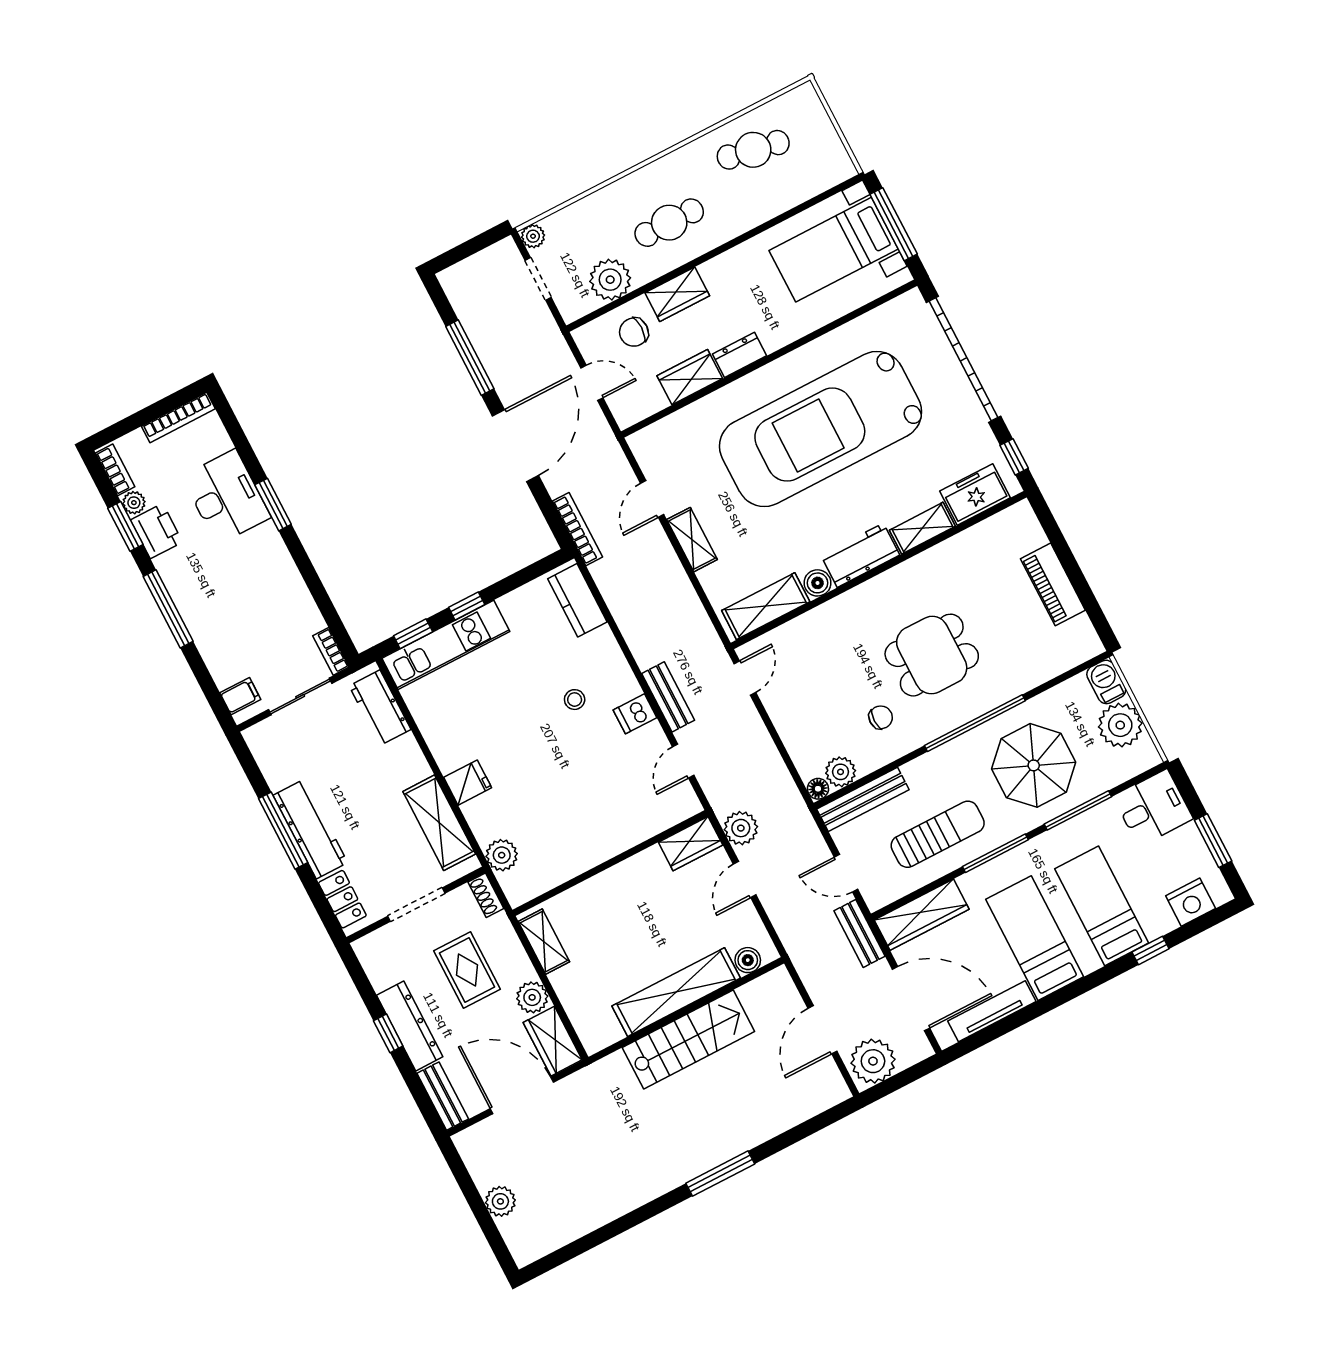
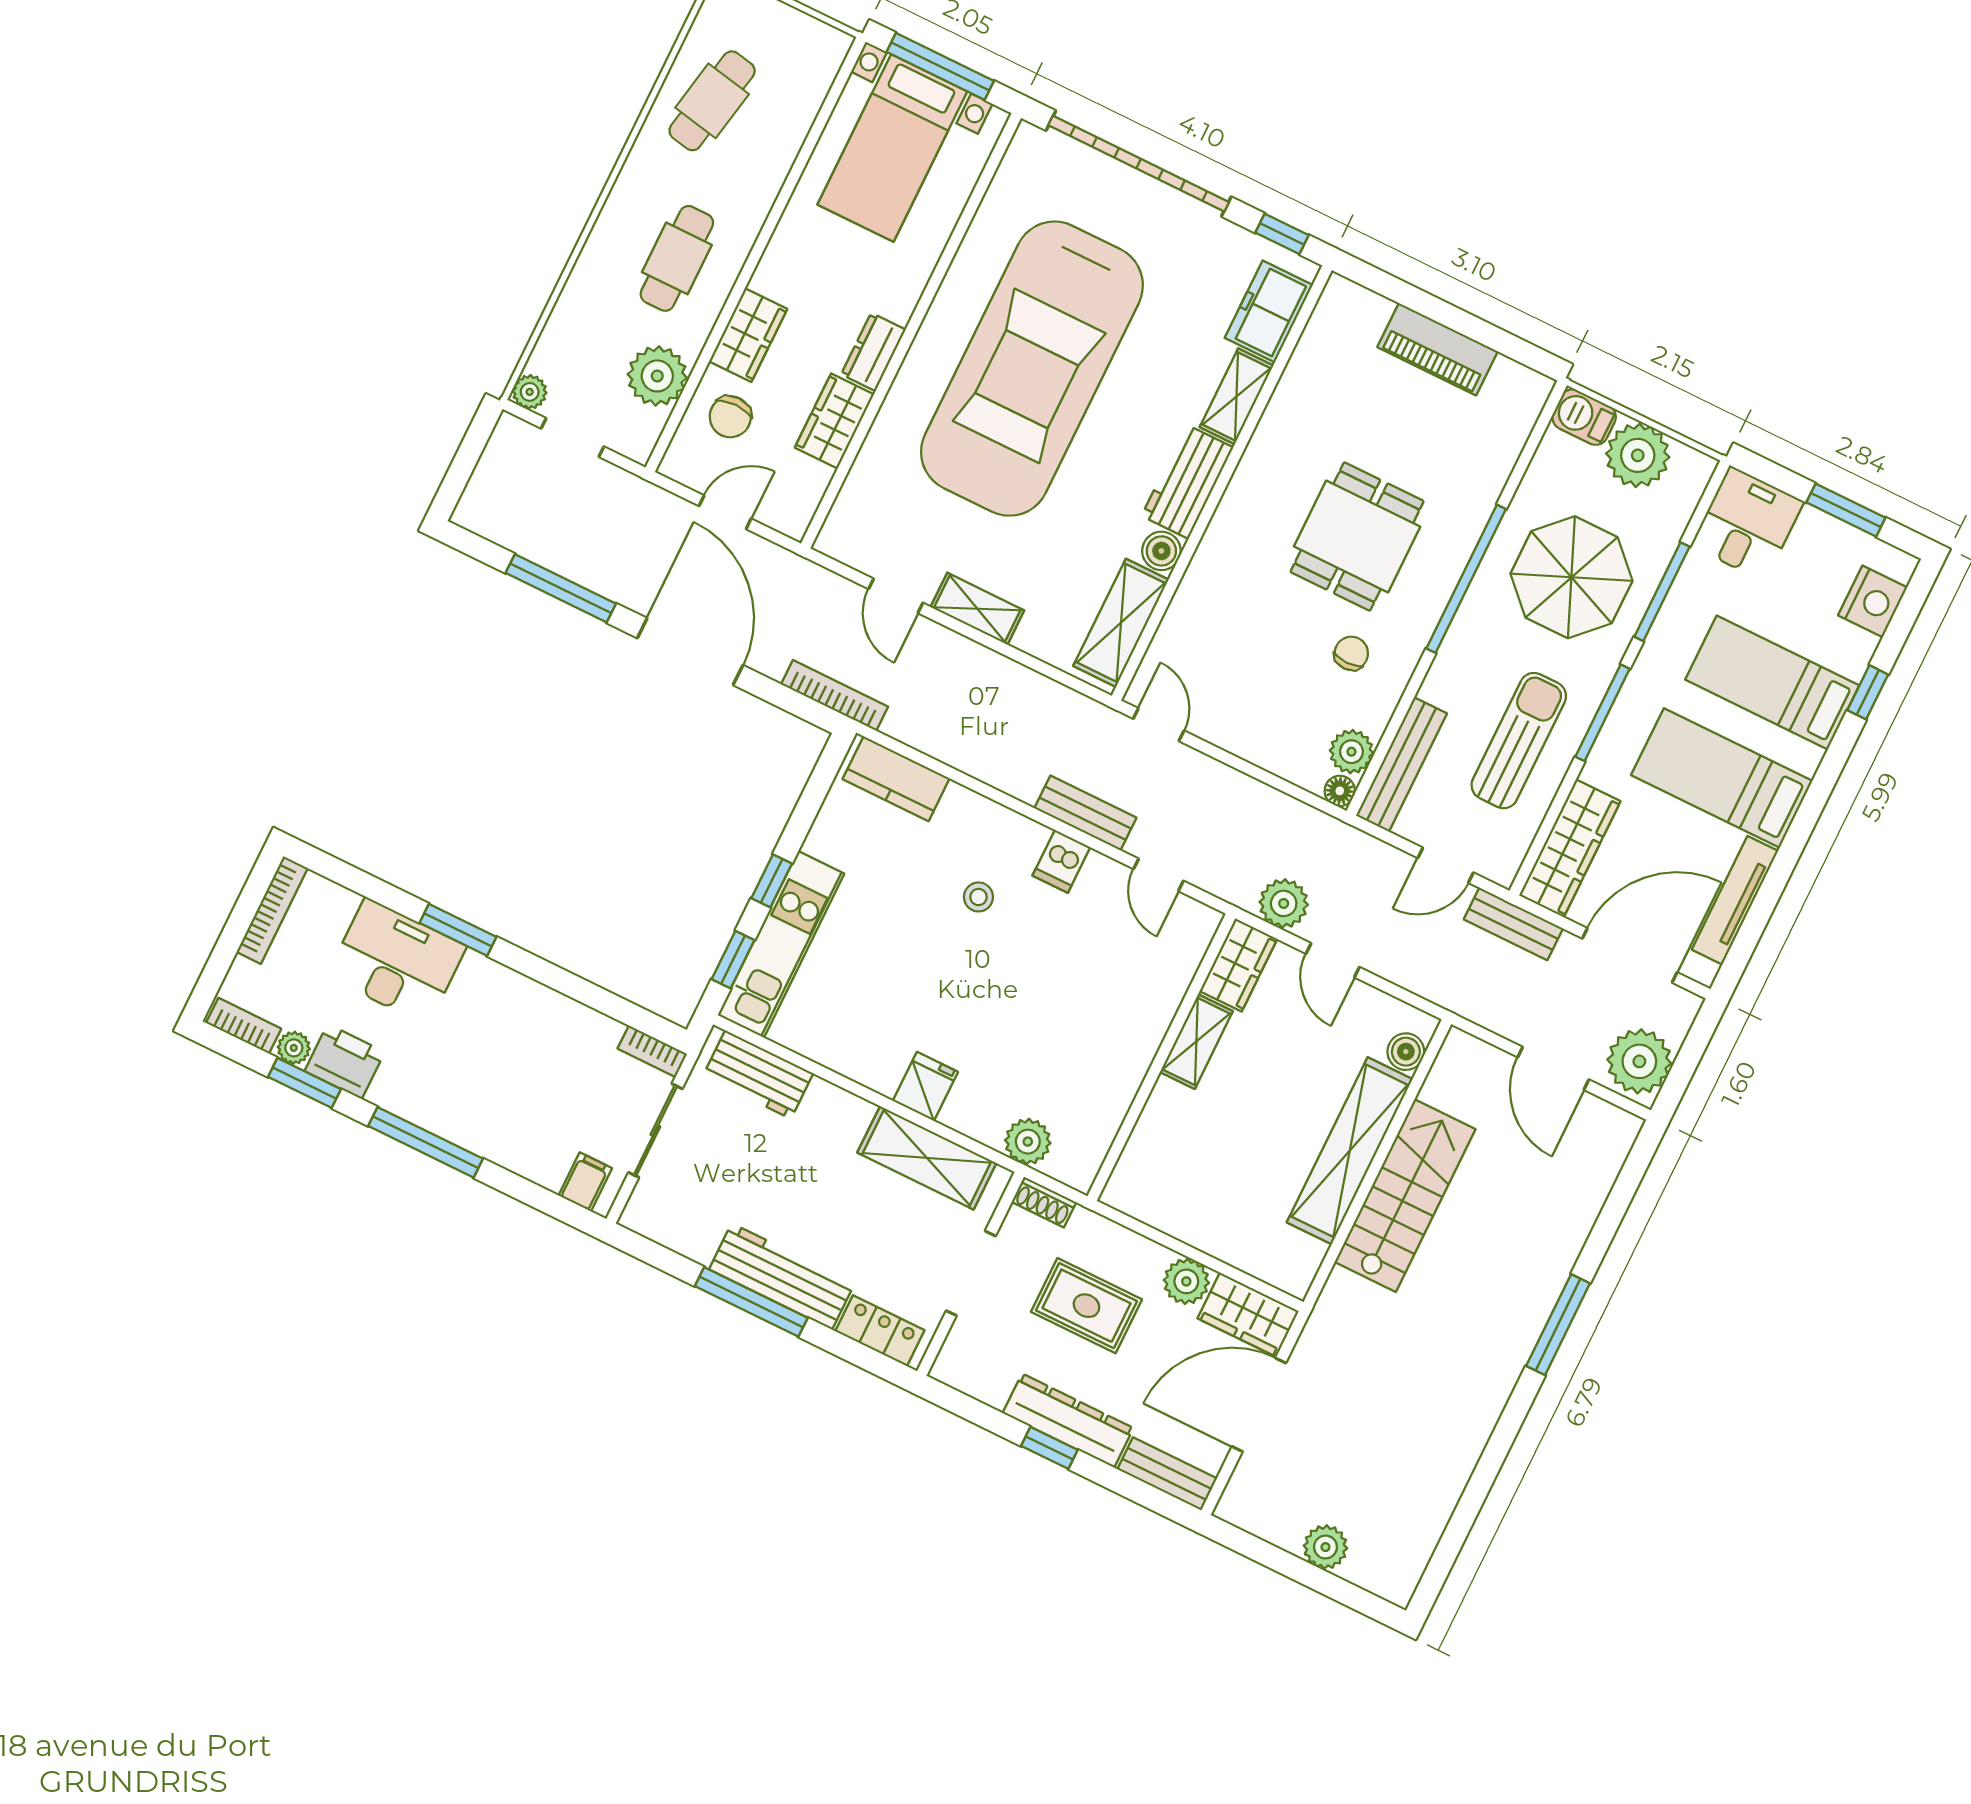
shelving: (544, 942) -> (1196, 1042), moved, turned 90

